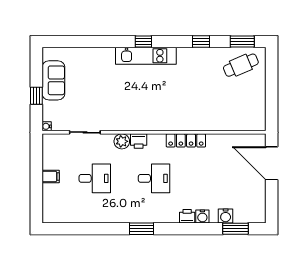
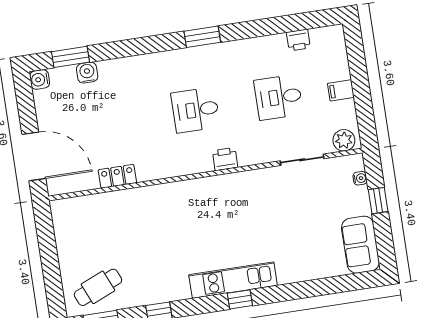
sofa: (53, 80) -> (360, 245), moved
water cooler: (47, 126) -> (360, 178), moved
locker: (186, 140) -> (117, 176), moved, width x0.66
plant: (122, 141) -> (344, 140), moved
printer: (187, 216) -> (298, 40), moved
water cooler: (202, 216) -> (40, 80), moved, turned -90

